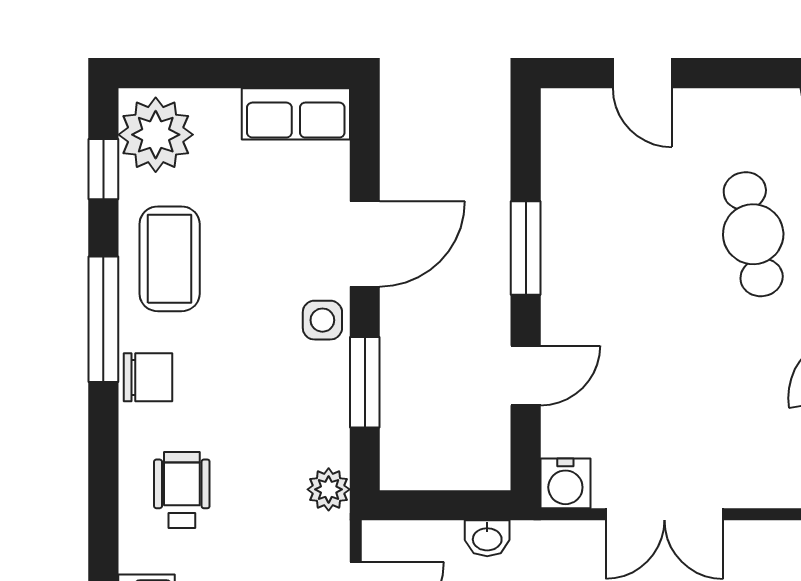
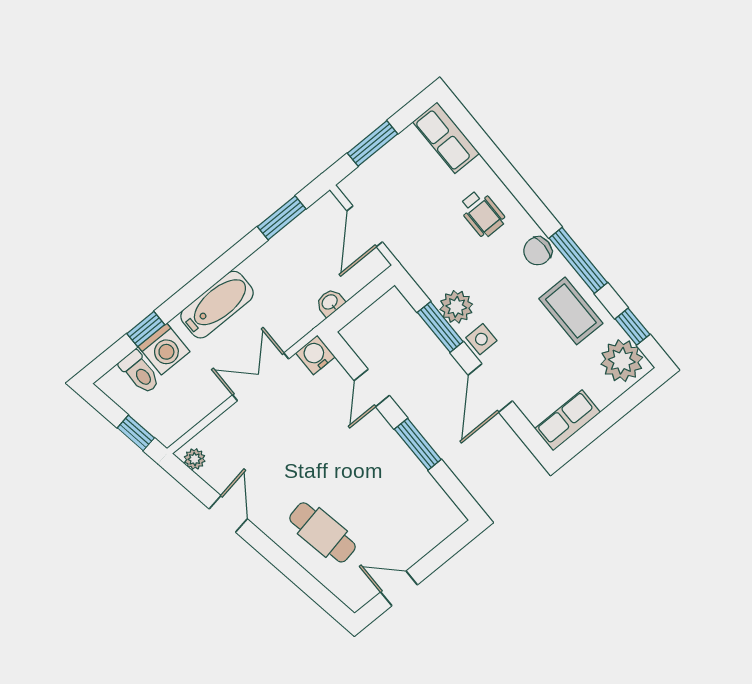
door: (642, 73) -> (399, 588), moved
plant: (329, 489) -> (456, 307), moved, width x1.38, depth x1.38

